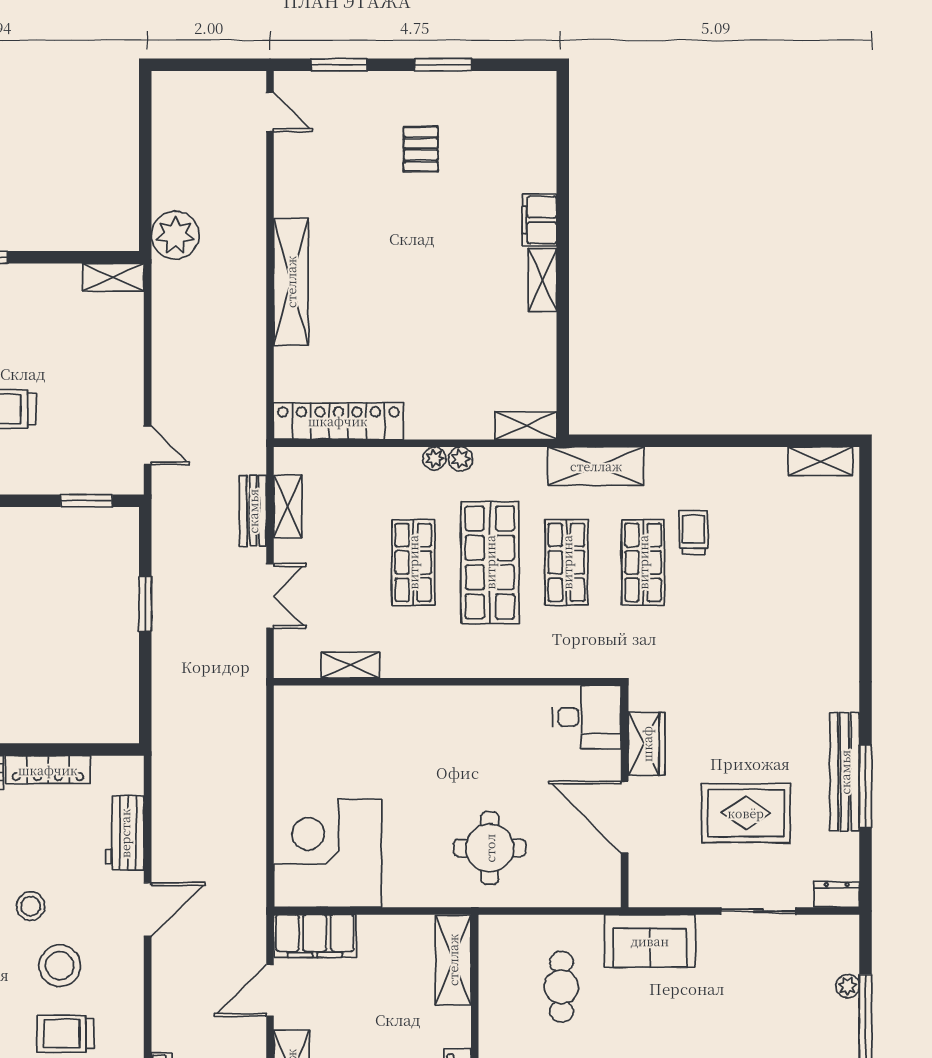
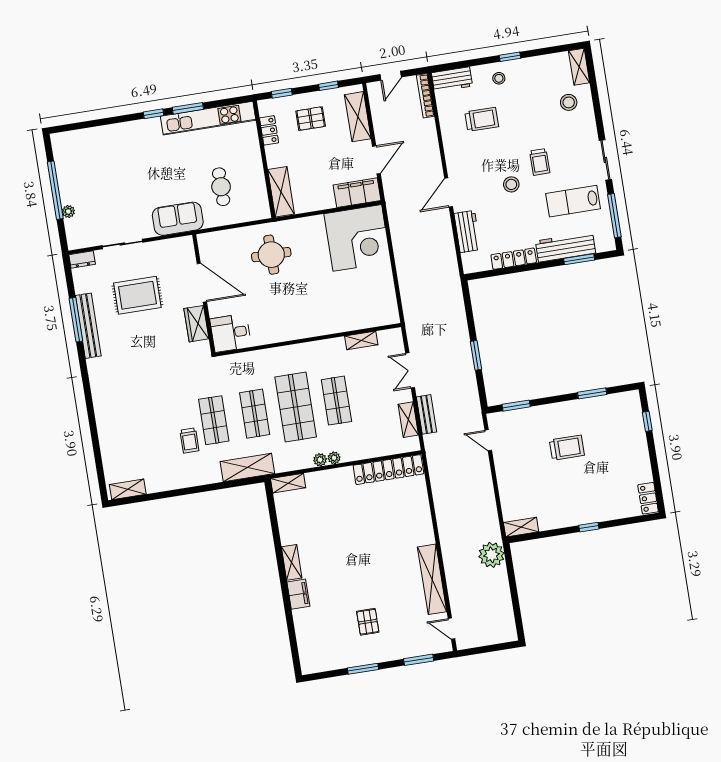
shelving: (291, 282) -> (432, 579), moved
stool: (60, 966) -> (491, 155), removed

